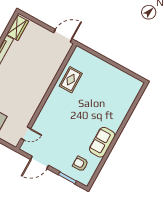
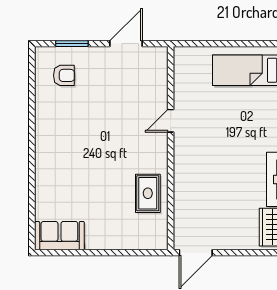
door: (26, 133) -> (171, 121), moved
sofa: (102, 142) -> (59, 236), moved, turned -90

